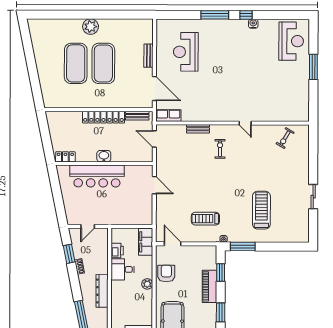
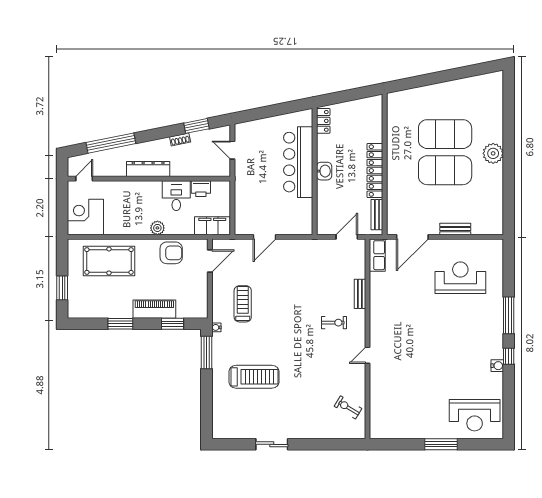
door: (154, 185) -> (265, 237), moved

